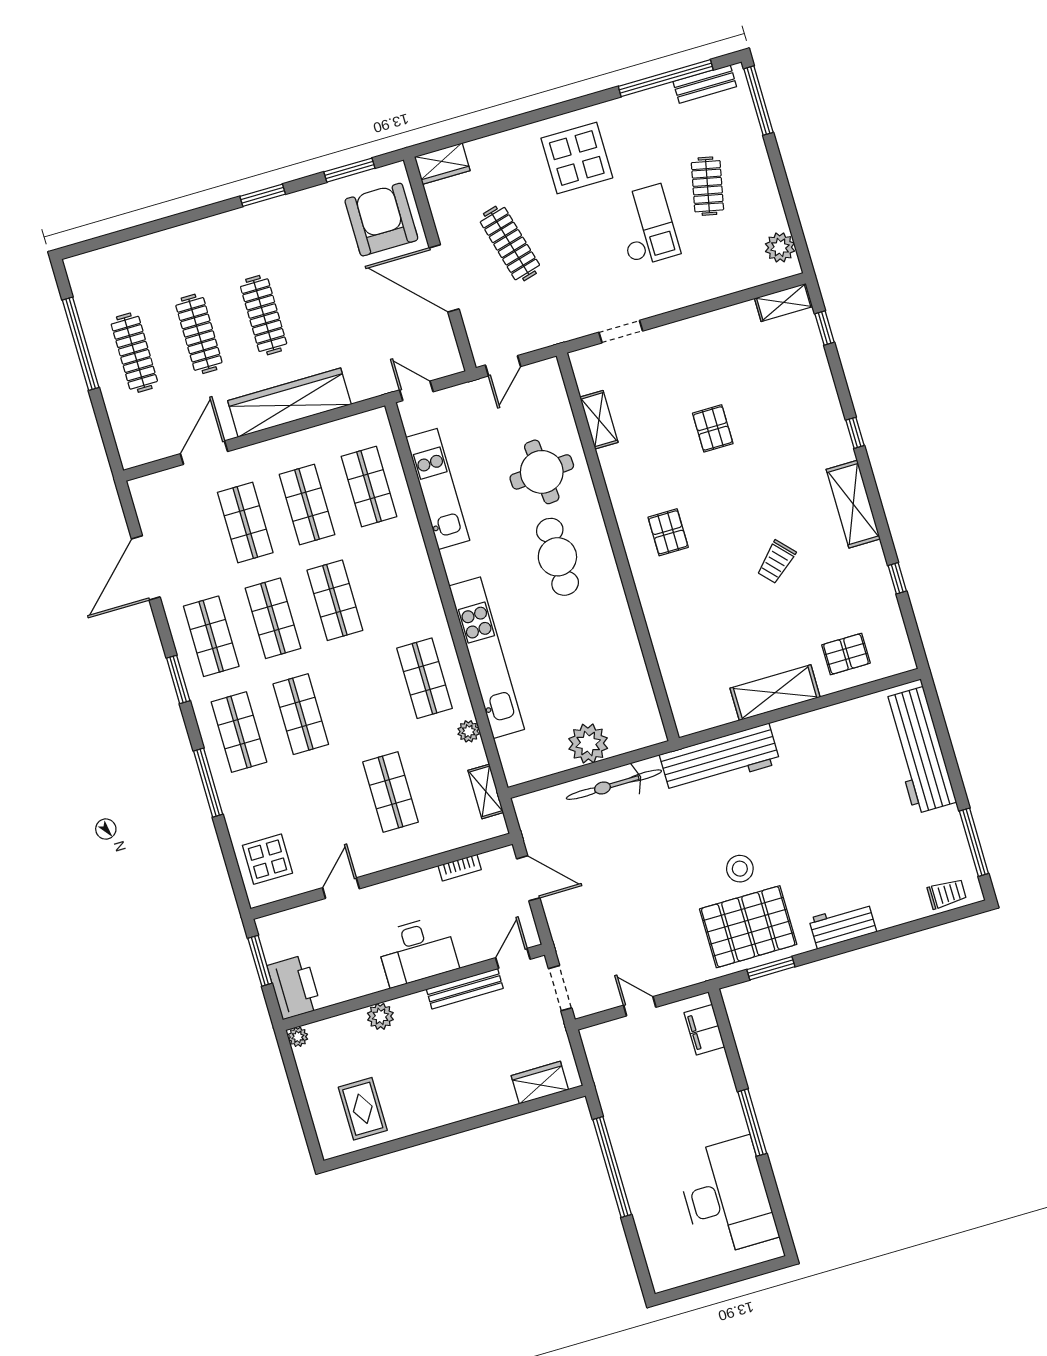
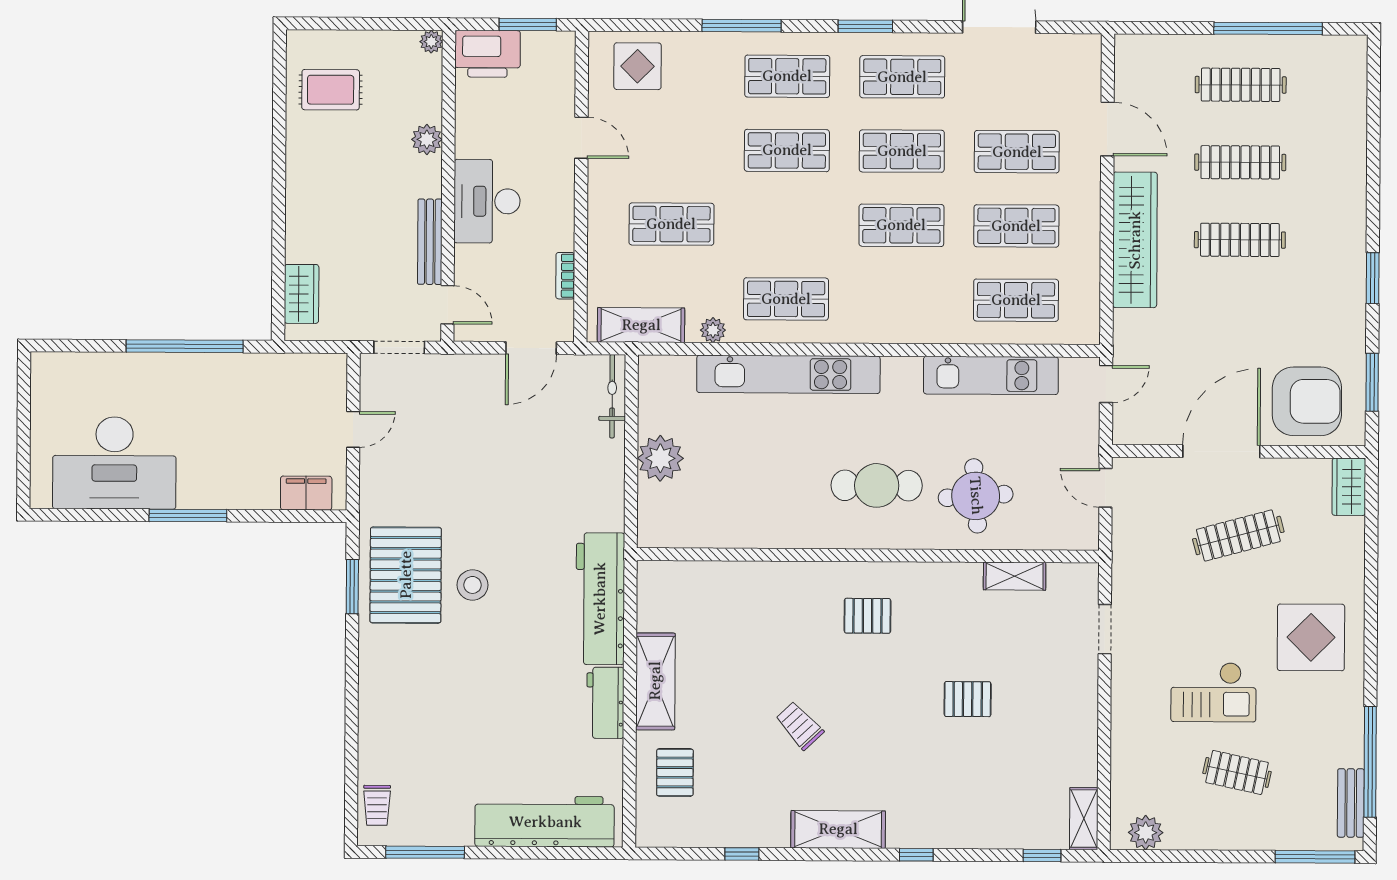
bicycle: (614, 785) -> (612, 396), moved, width x0.73, depth x0.71
shelving: (486, 791) -> (641, 325), width x1.50, depth x1.33
workbench: (843, 925) -> (605, 703), moved, turned 180

